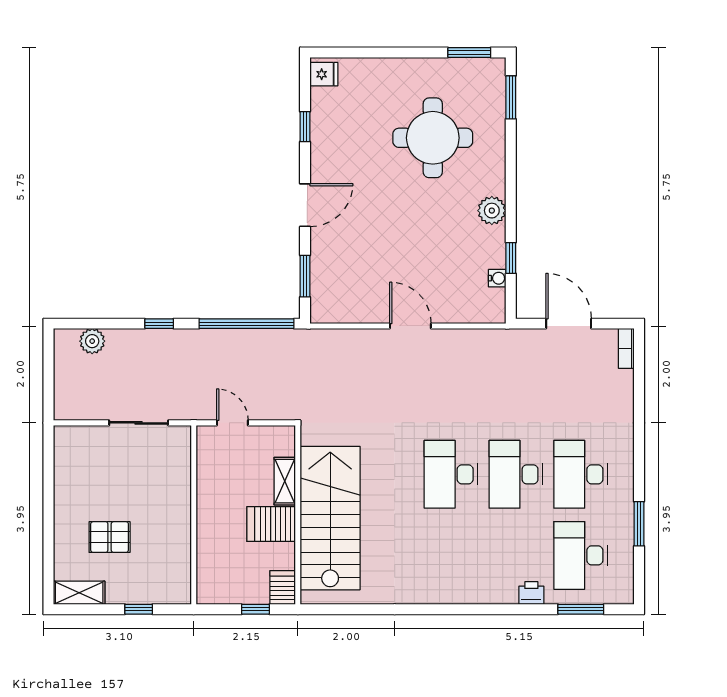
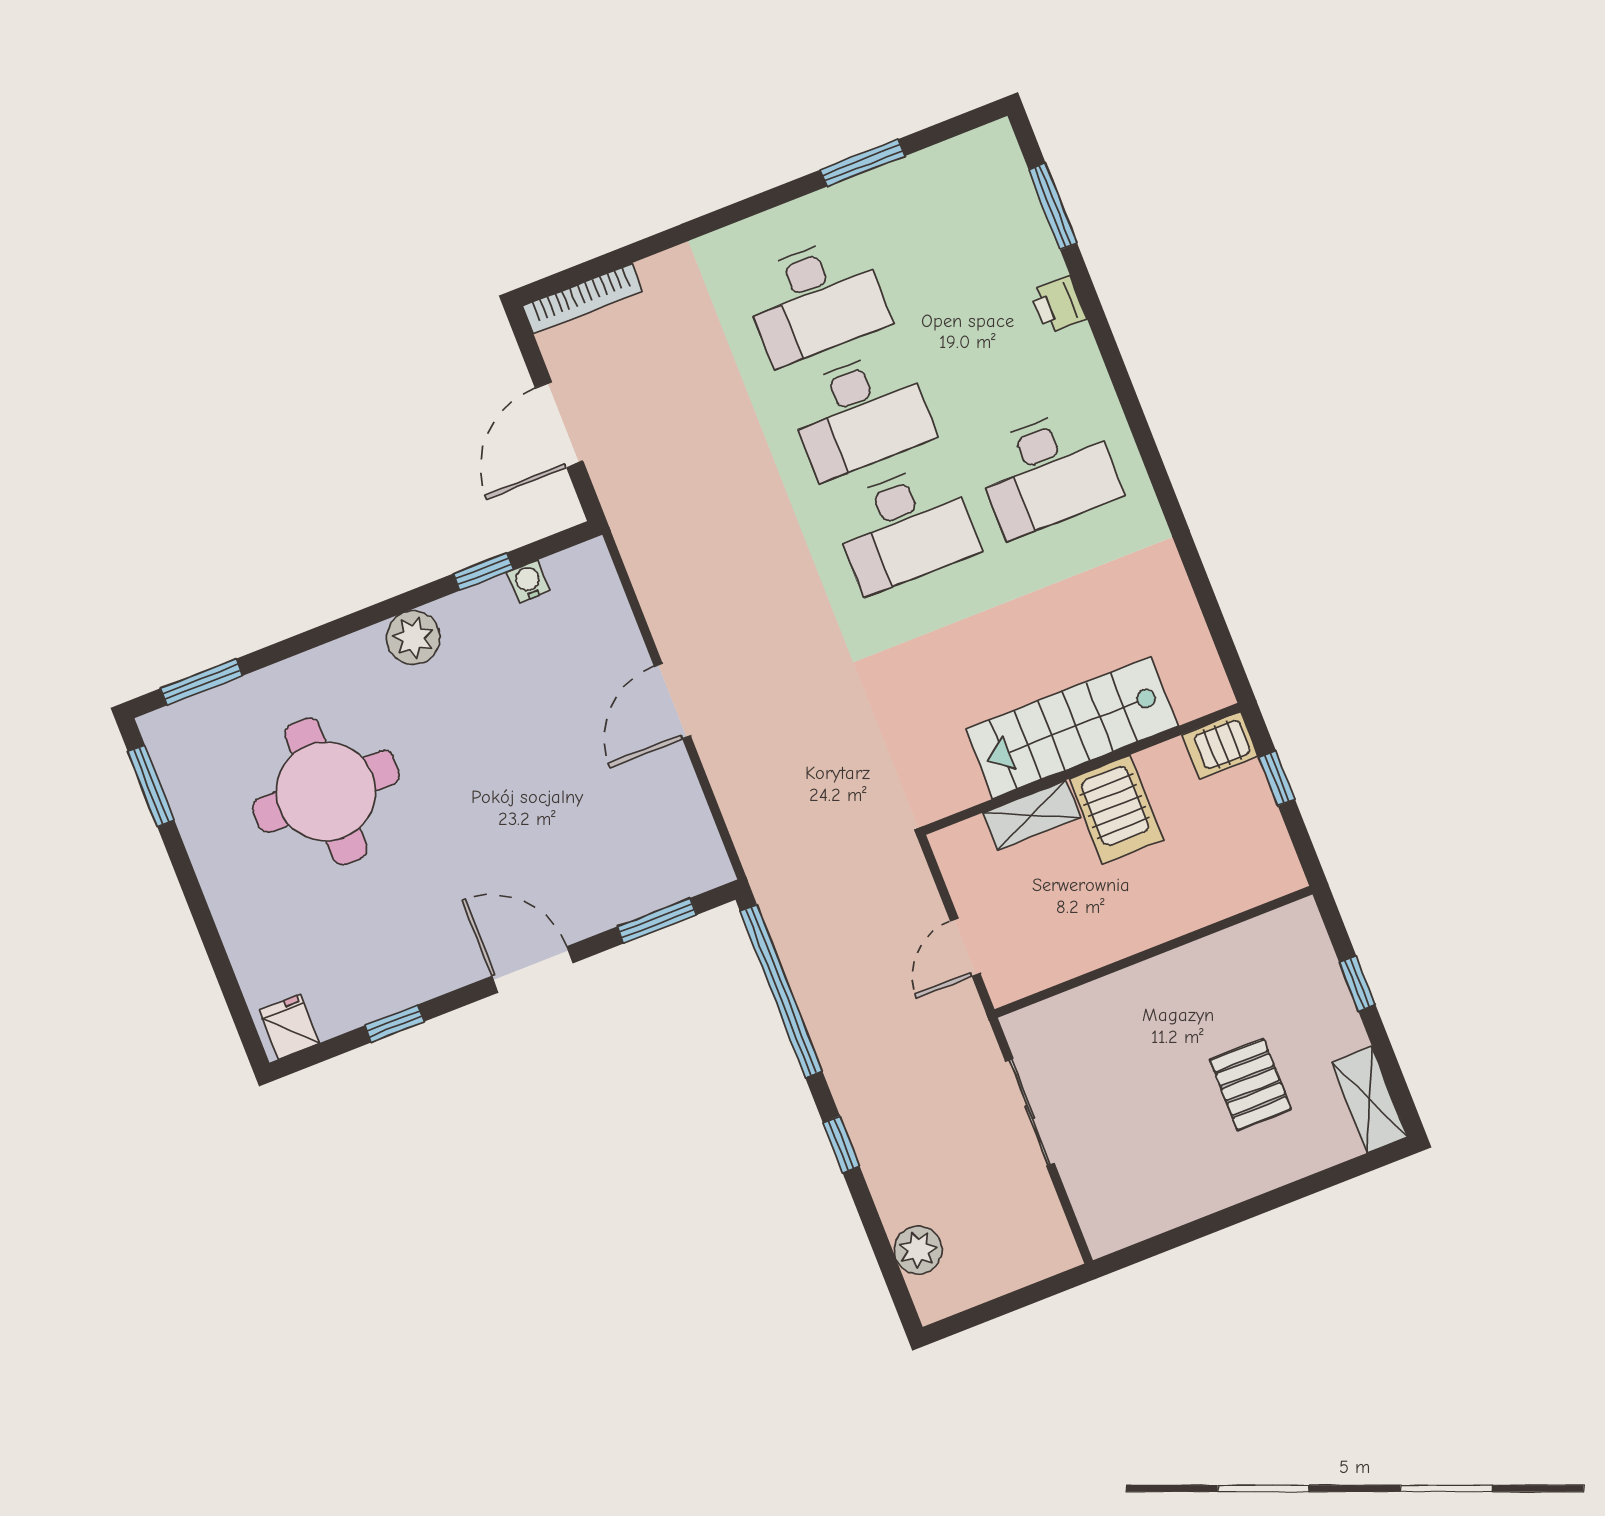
bookcase: (626, 348) -> (583, 298), width x1.56
stairs: (330, 518) -> (1072, 728), width x0.73, depth x0.66
desk: (580, 555) -> (1048, 472), moved

